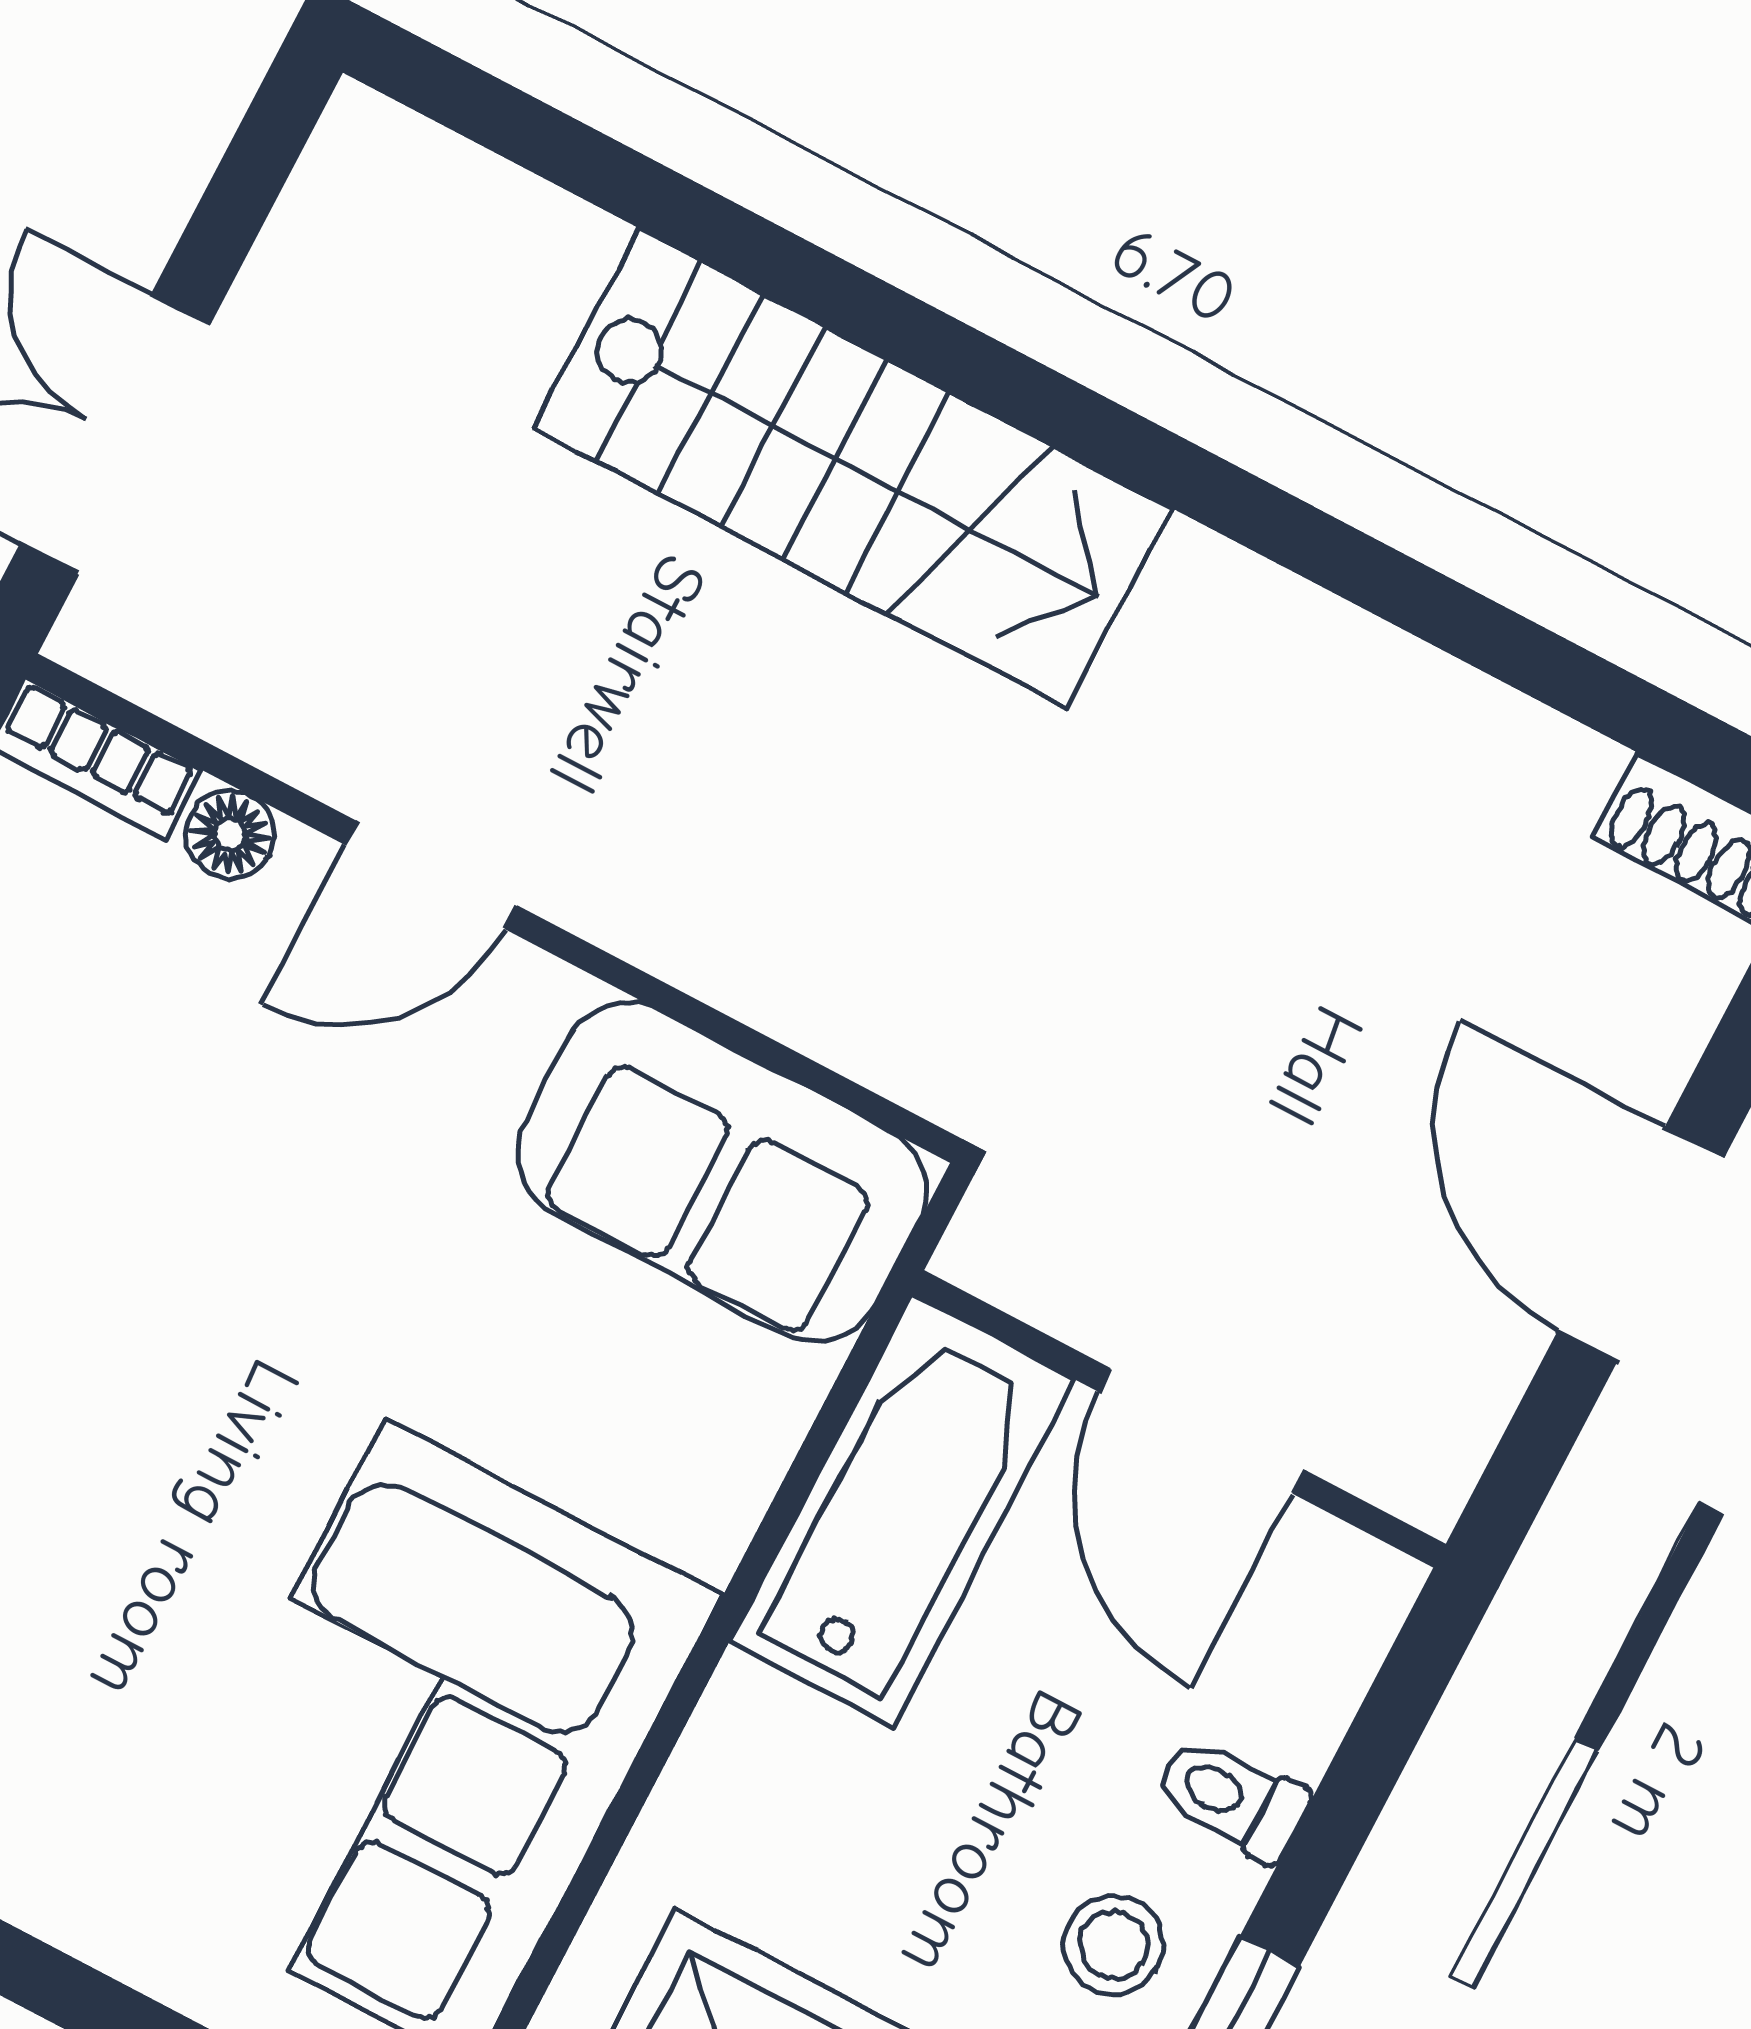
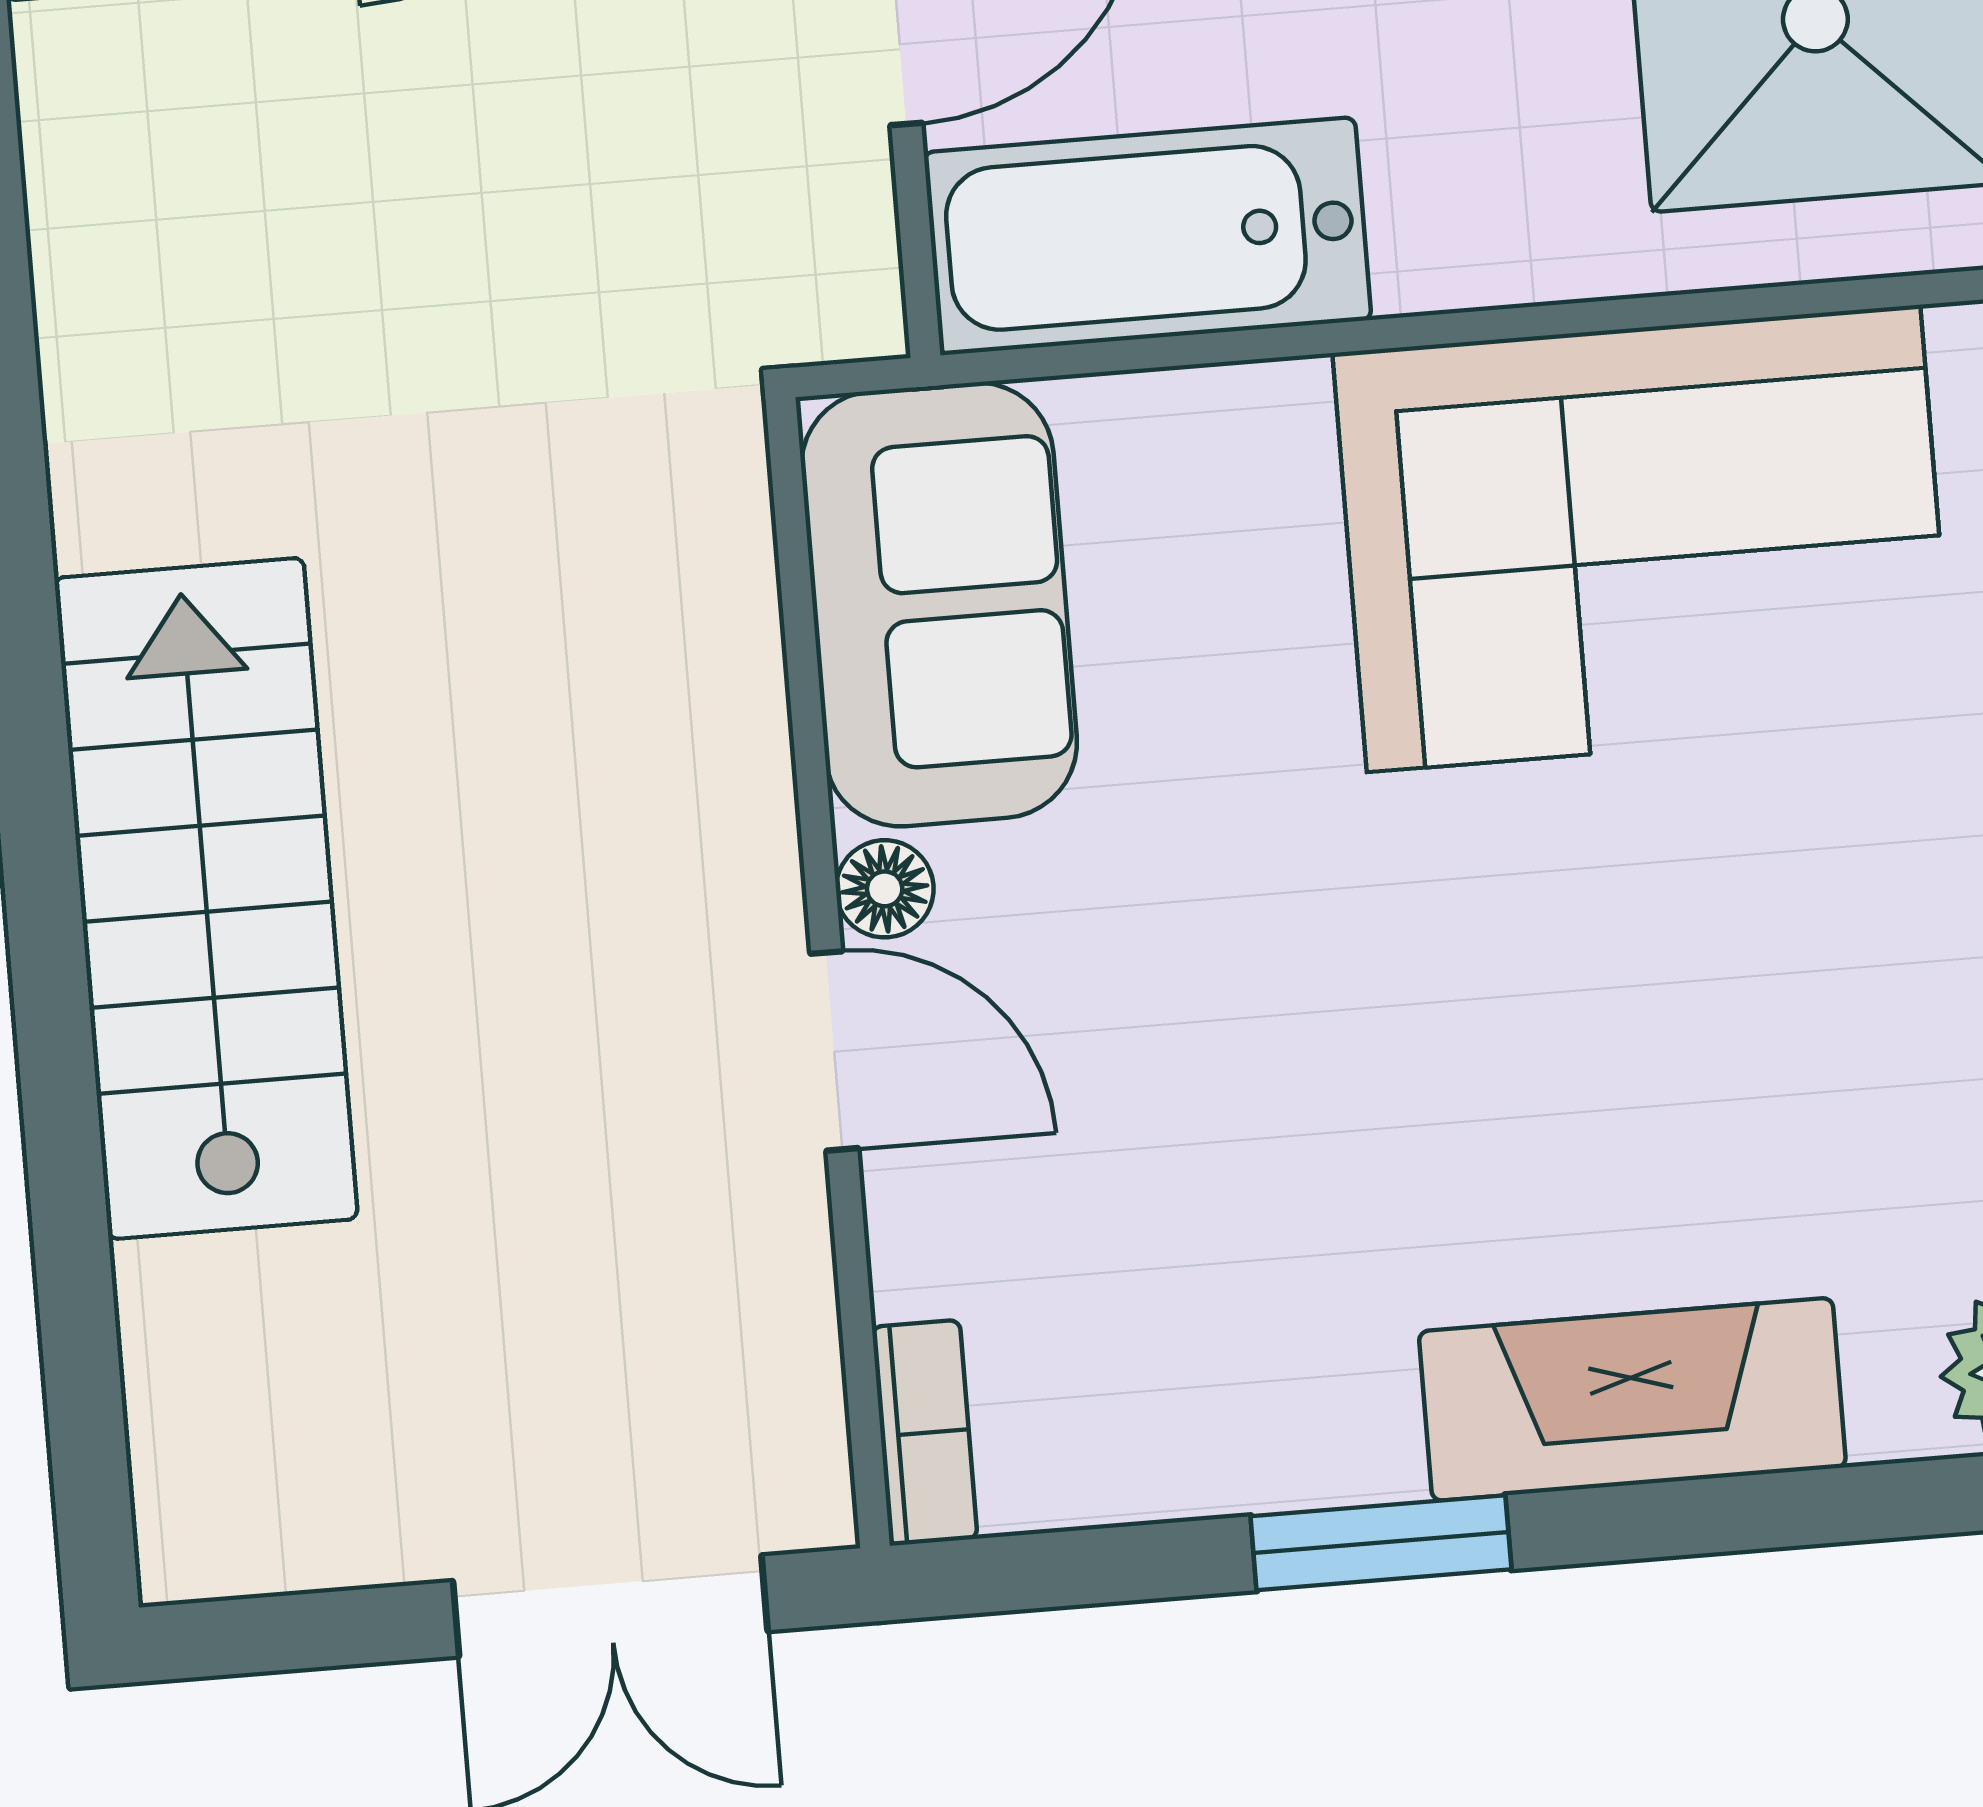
floor lamp: (230, 835) -> (885, 889), moved

